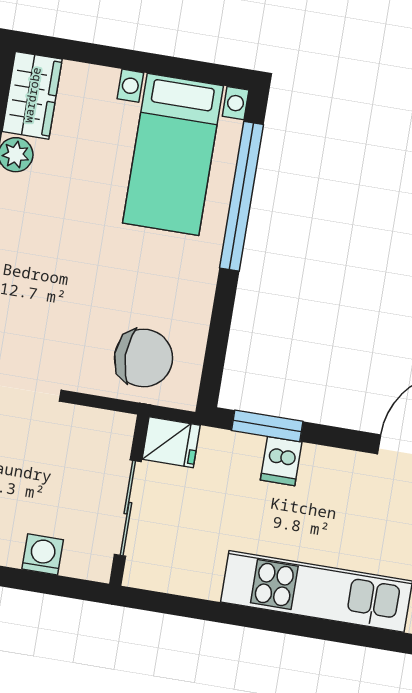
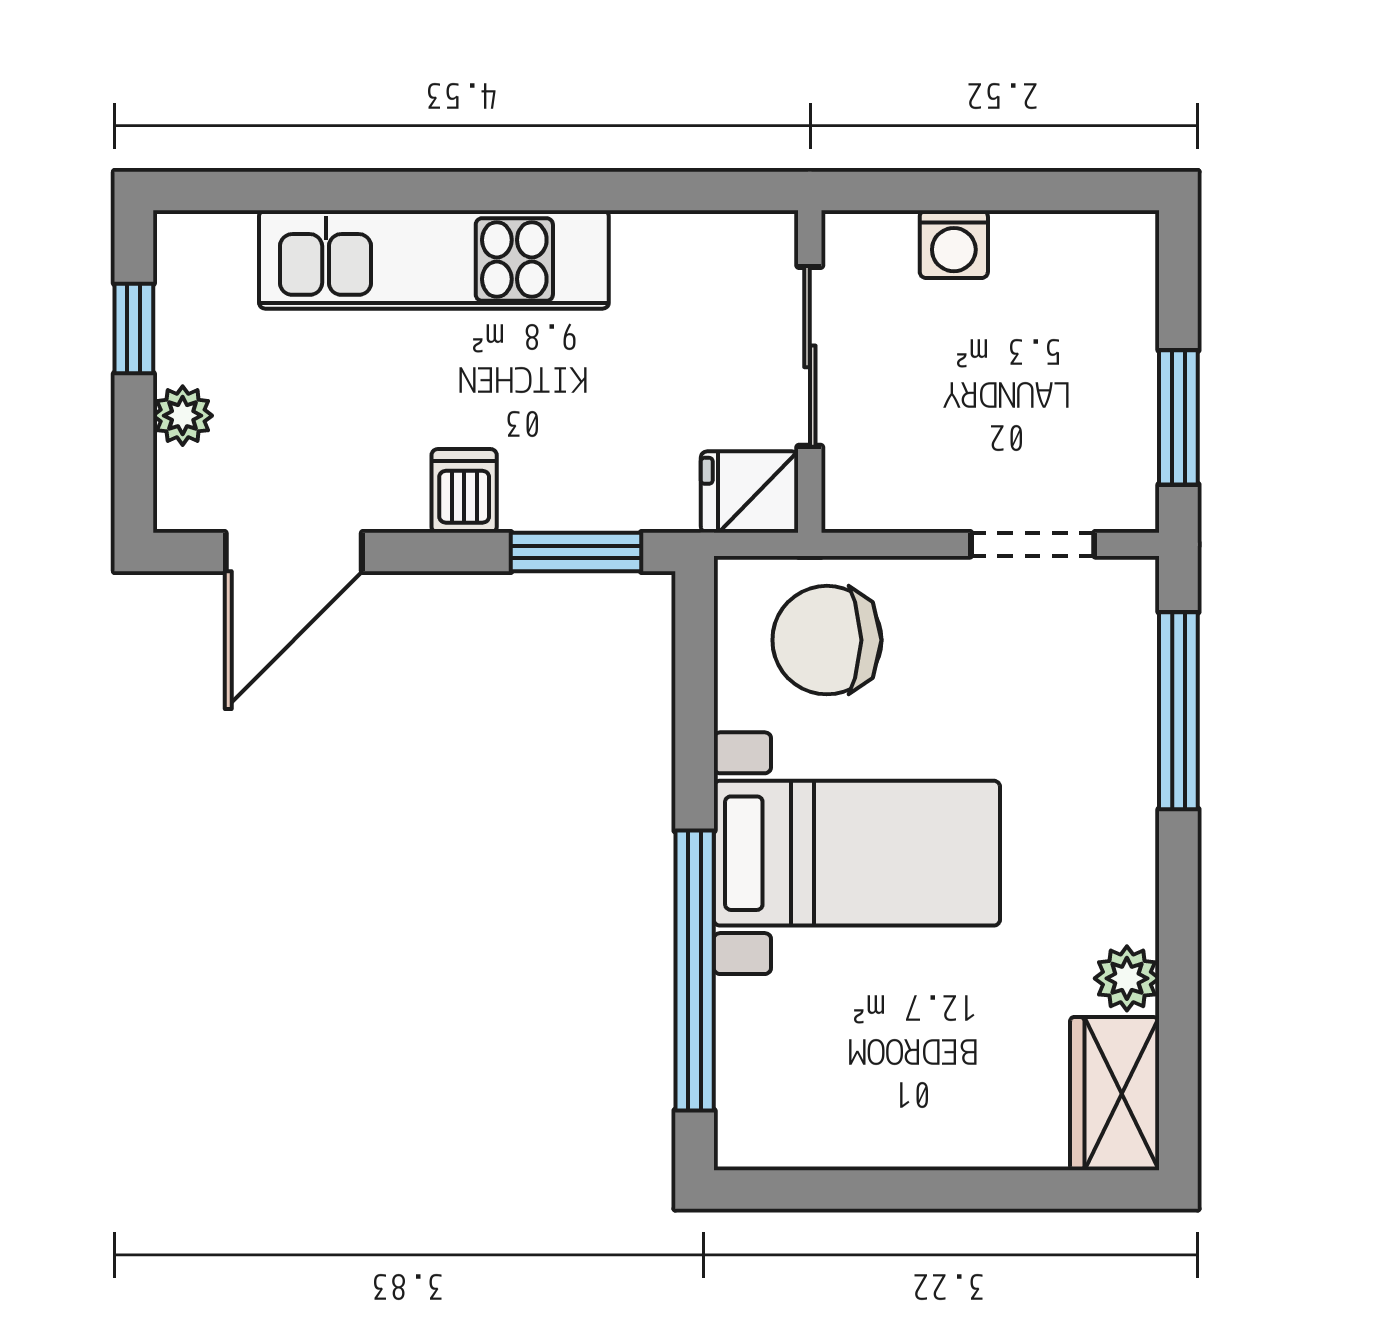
bed with nightstands: (173, 154) -> (857, 853), moved, turned 90
dishwasher: (281, 461) -> (464, 491), moved

